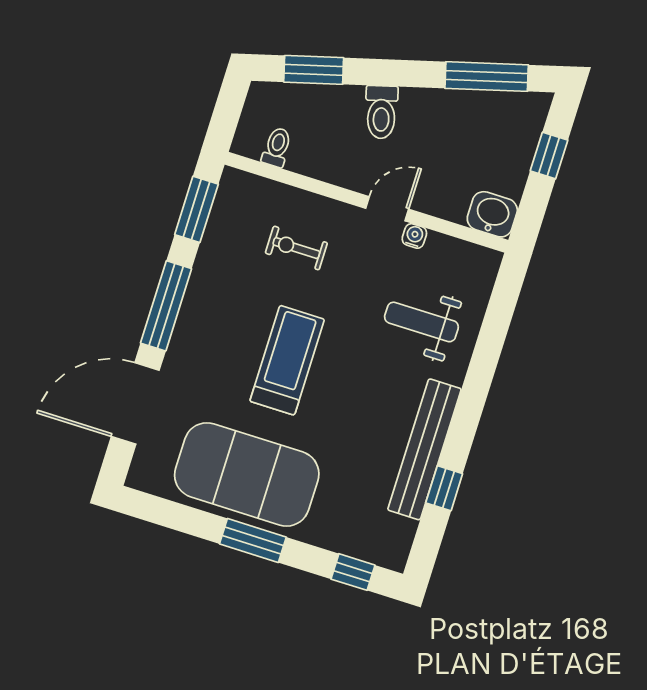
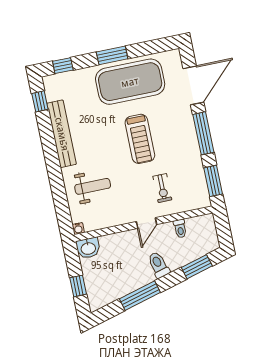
window: (487, 77) -> (140, 296), moved
toilet: (277, 147) -> (180, 229), moved
door: (387, 209) -> (146, 223), moved
water cooler: (414, 236) -> (78, 229), moved
exercise bike: (296, 248) -> (162, 188), turned 90
window: (444, 488) -> (40, 101), moved

